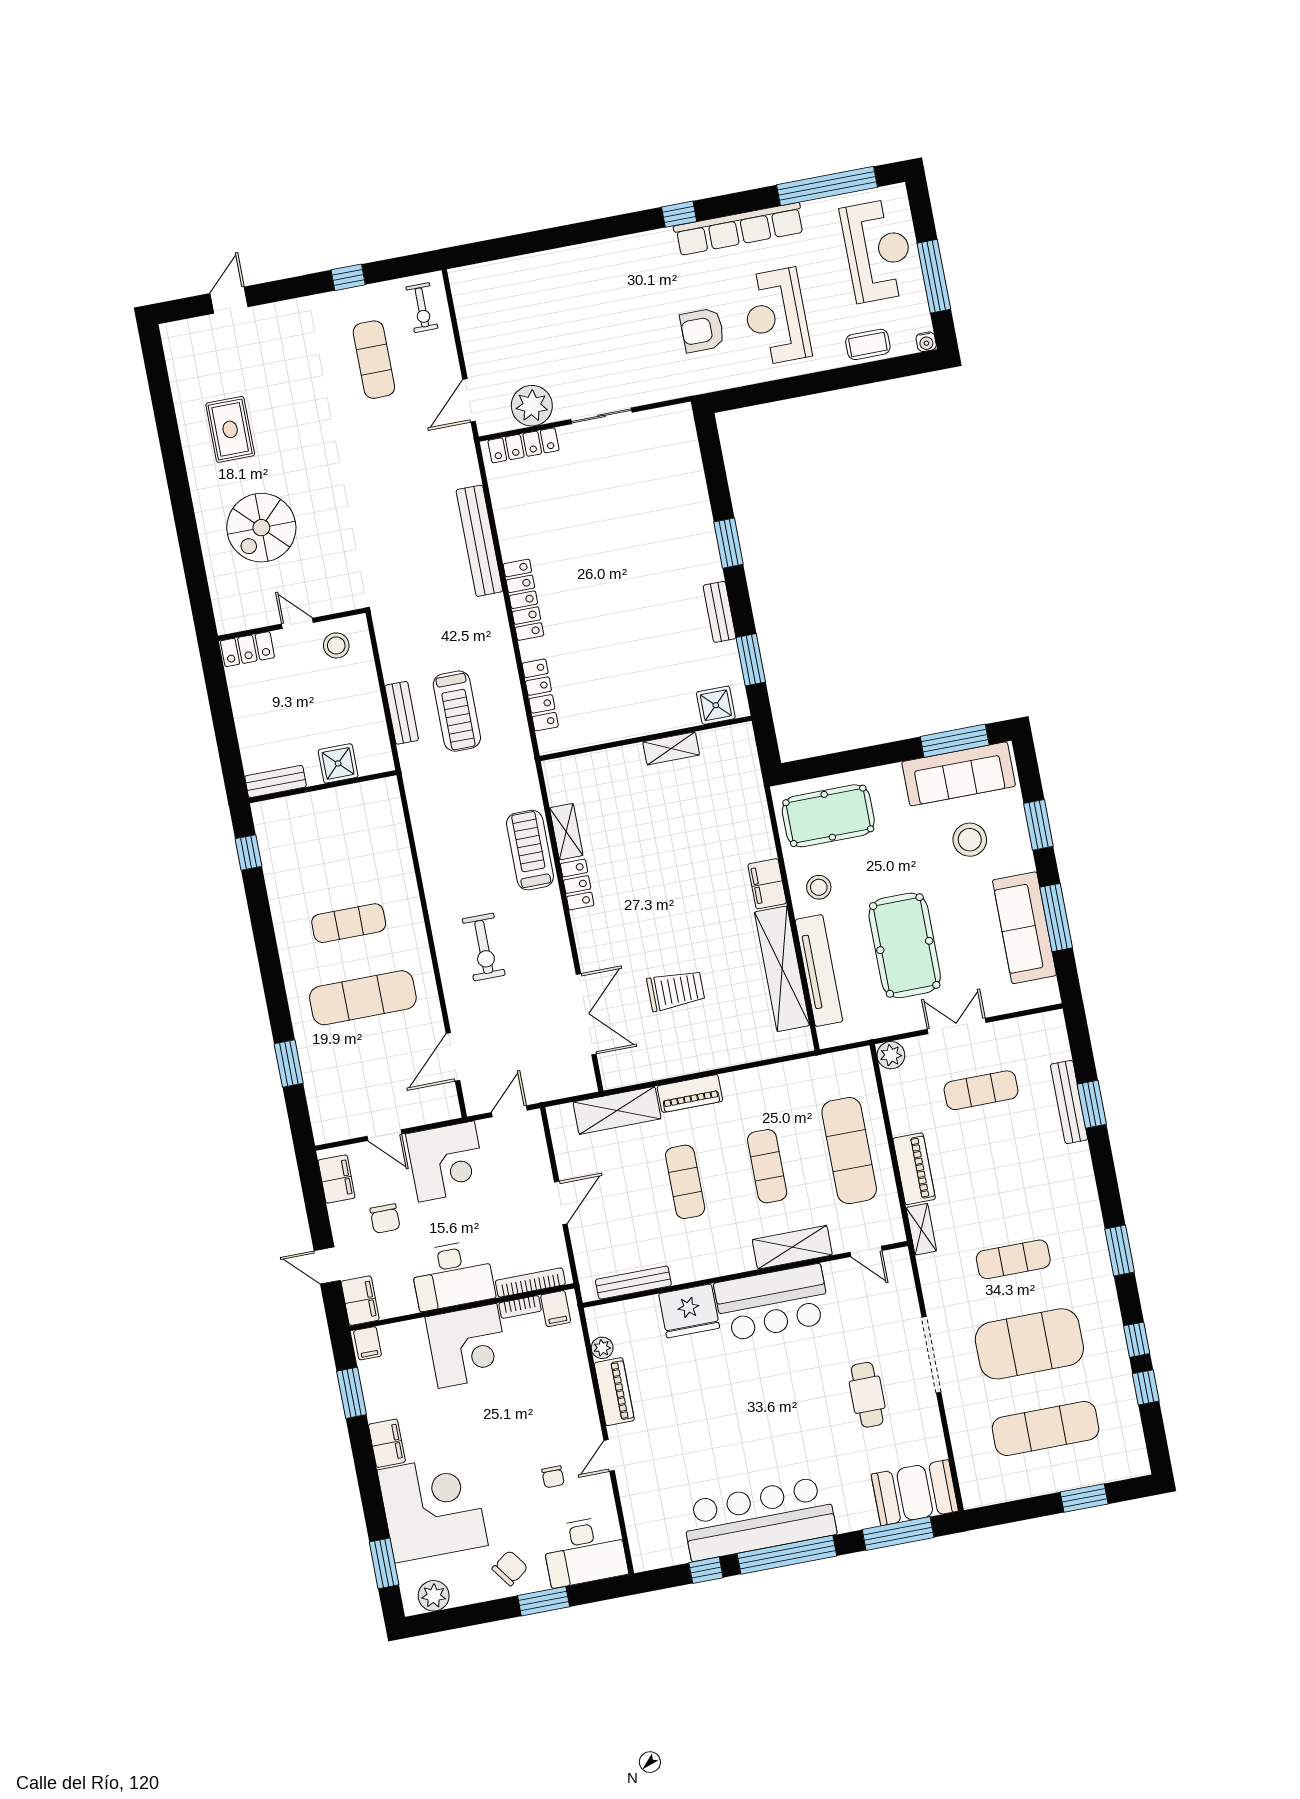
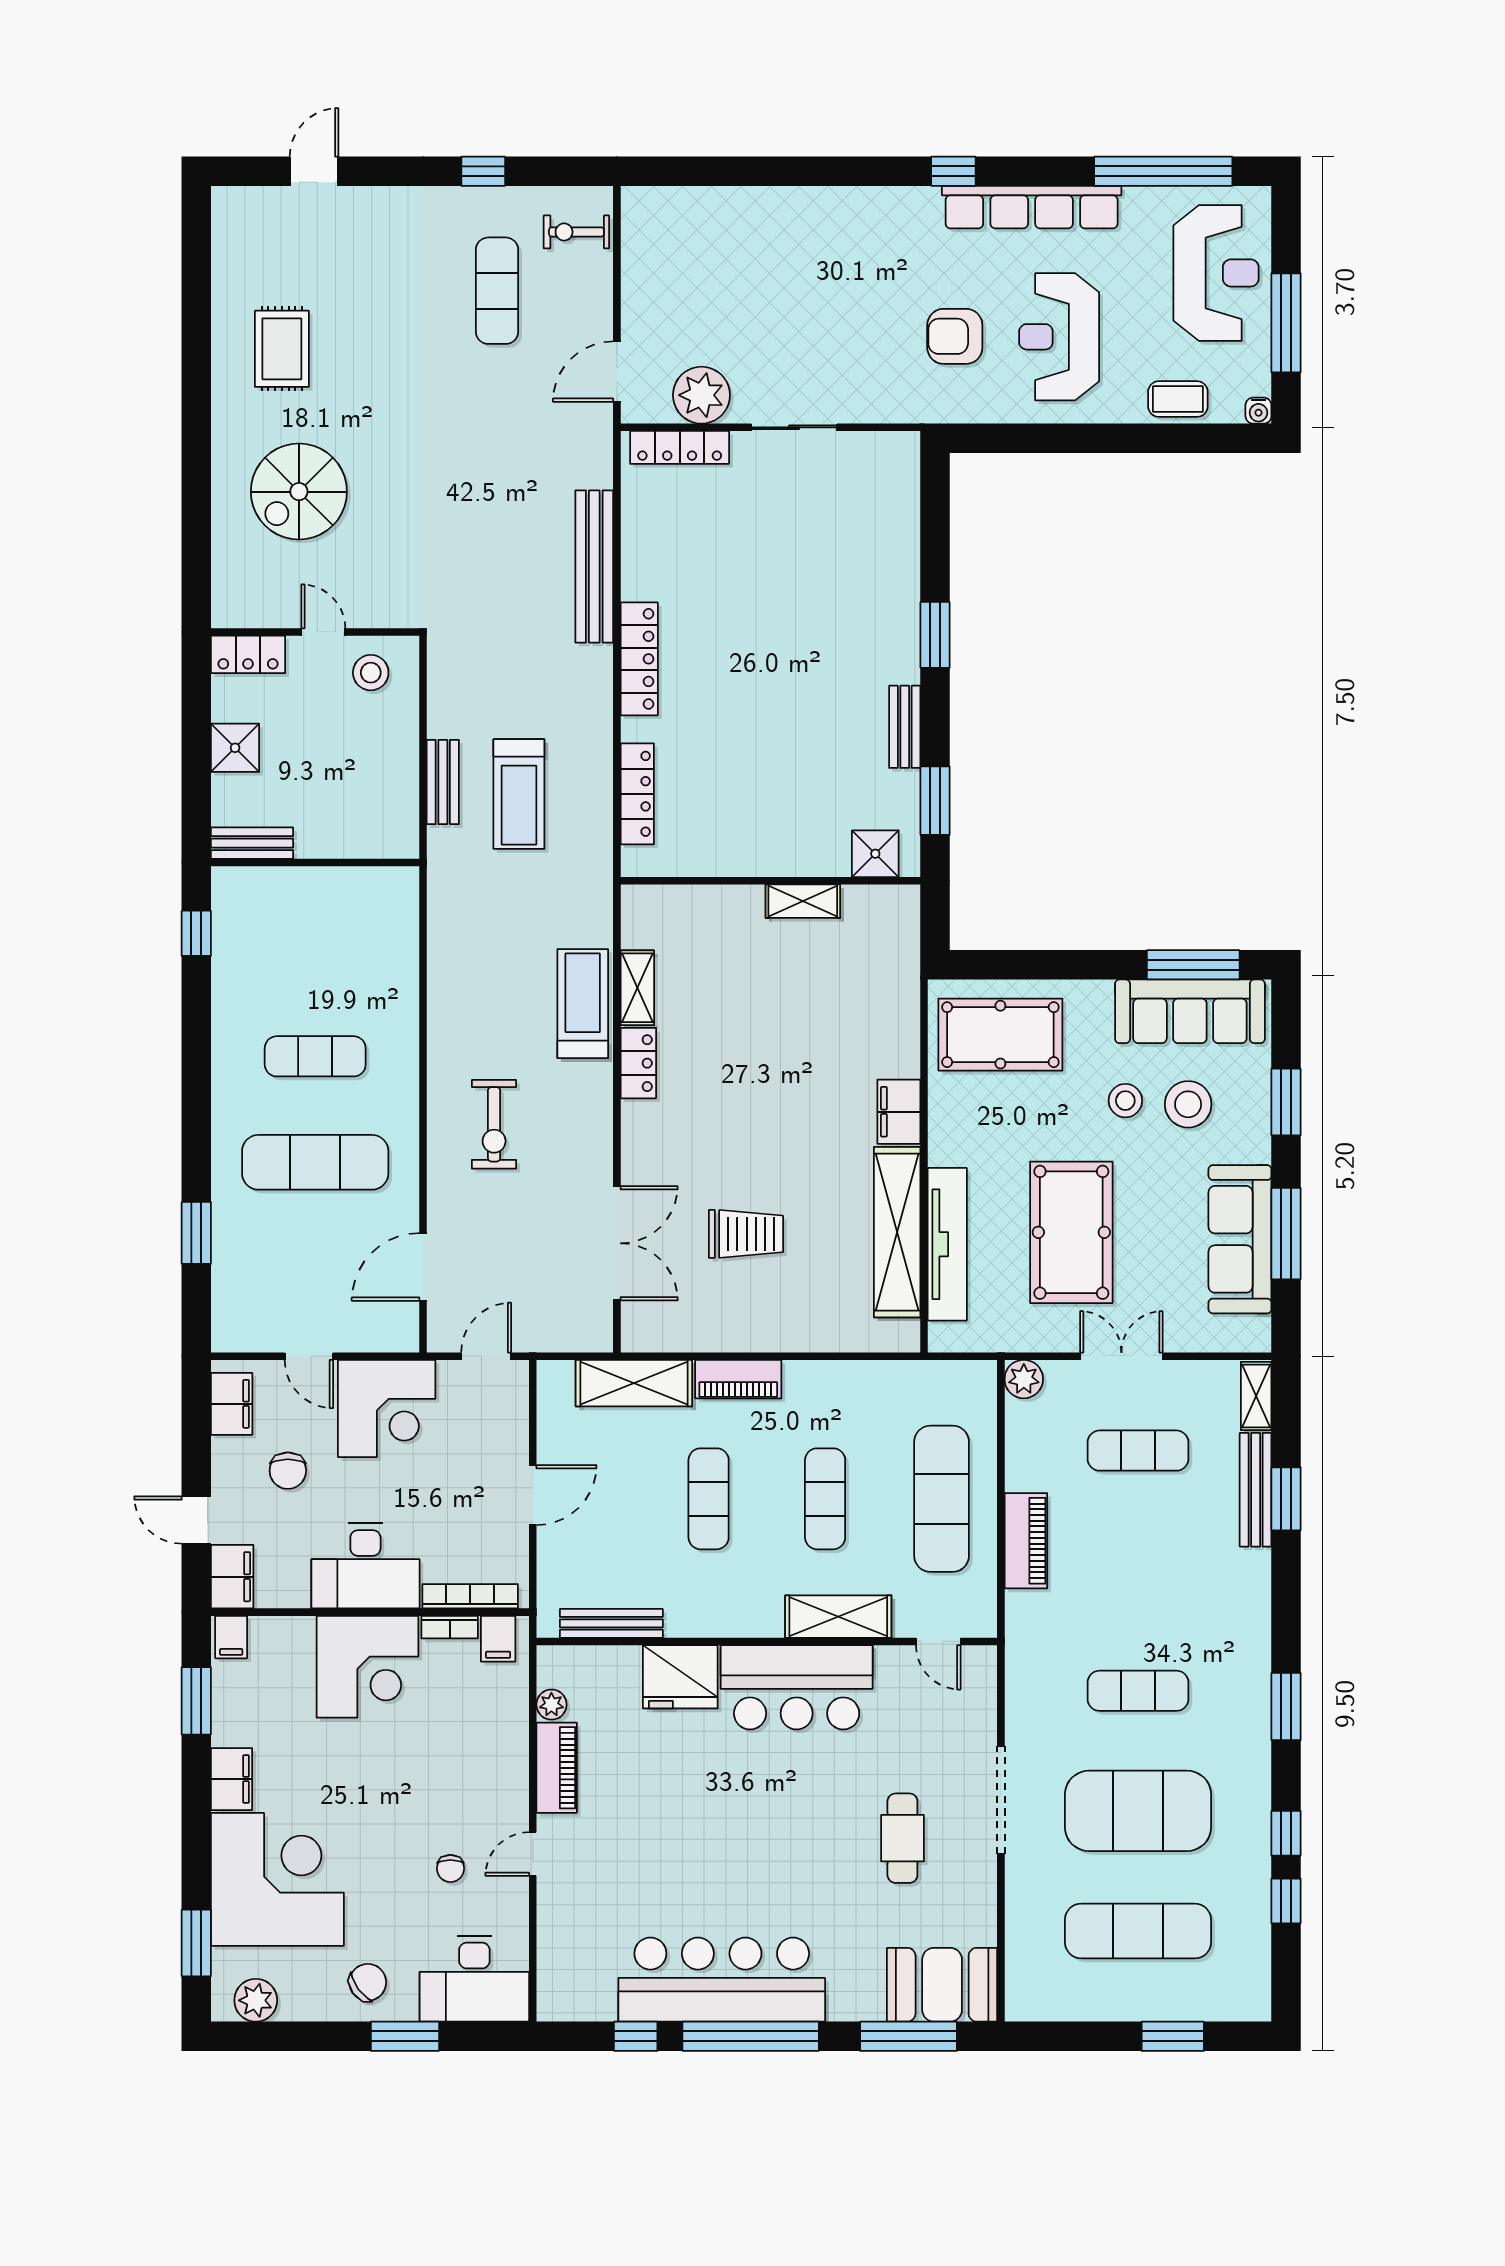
exercise bike: (422, 308) -> (576, 232), turned 90
shower: (338, 763) -> (235, 748), moved
stool: (819, 887) -> (1125, 1101), moved
shelving: (921, 1229) -> (1256, 1396), moved

